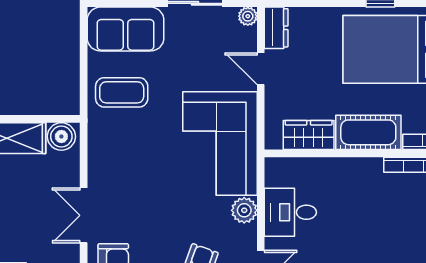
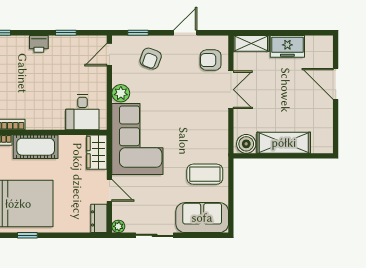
wardrobe: (309, 135) -> (97, 152), moved, turned 90
desk: (290, 212) -> (82, 112), moved, turned 90

